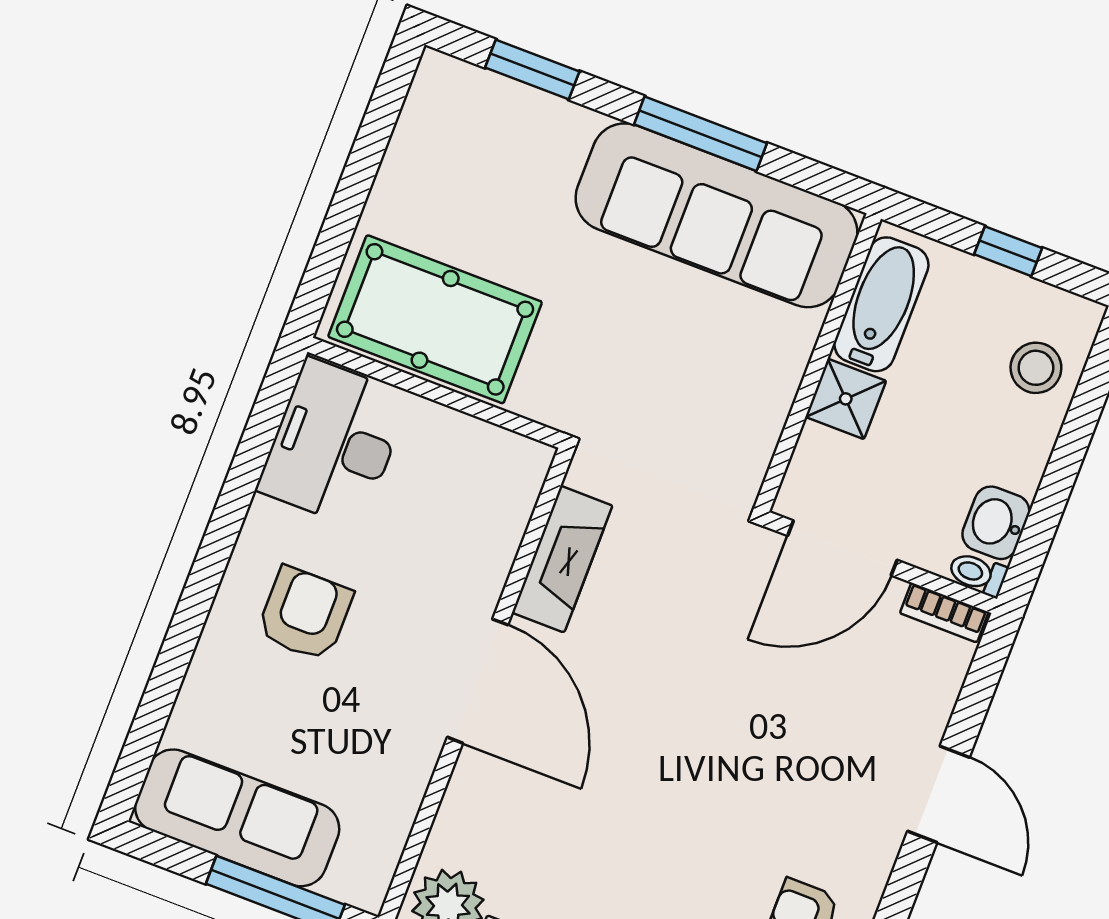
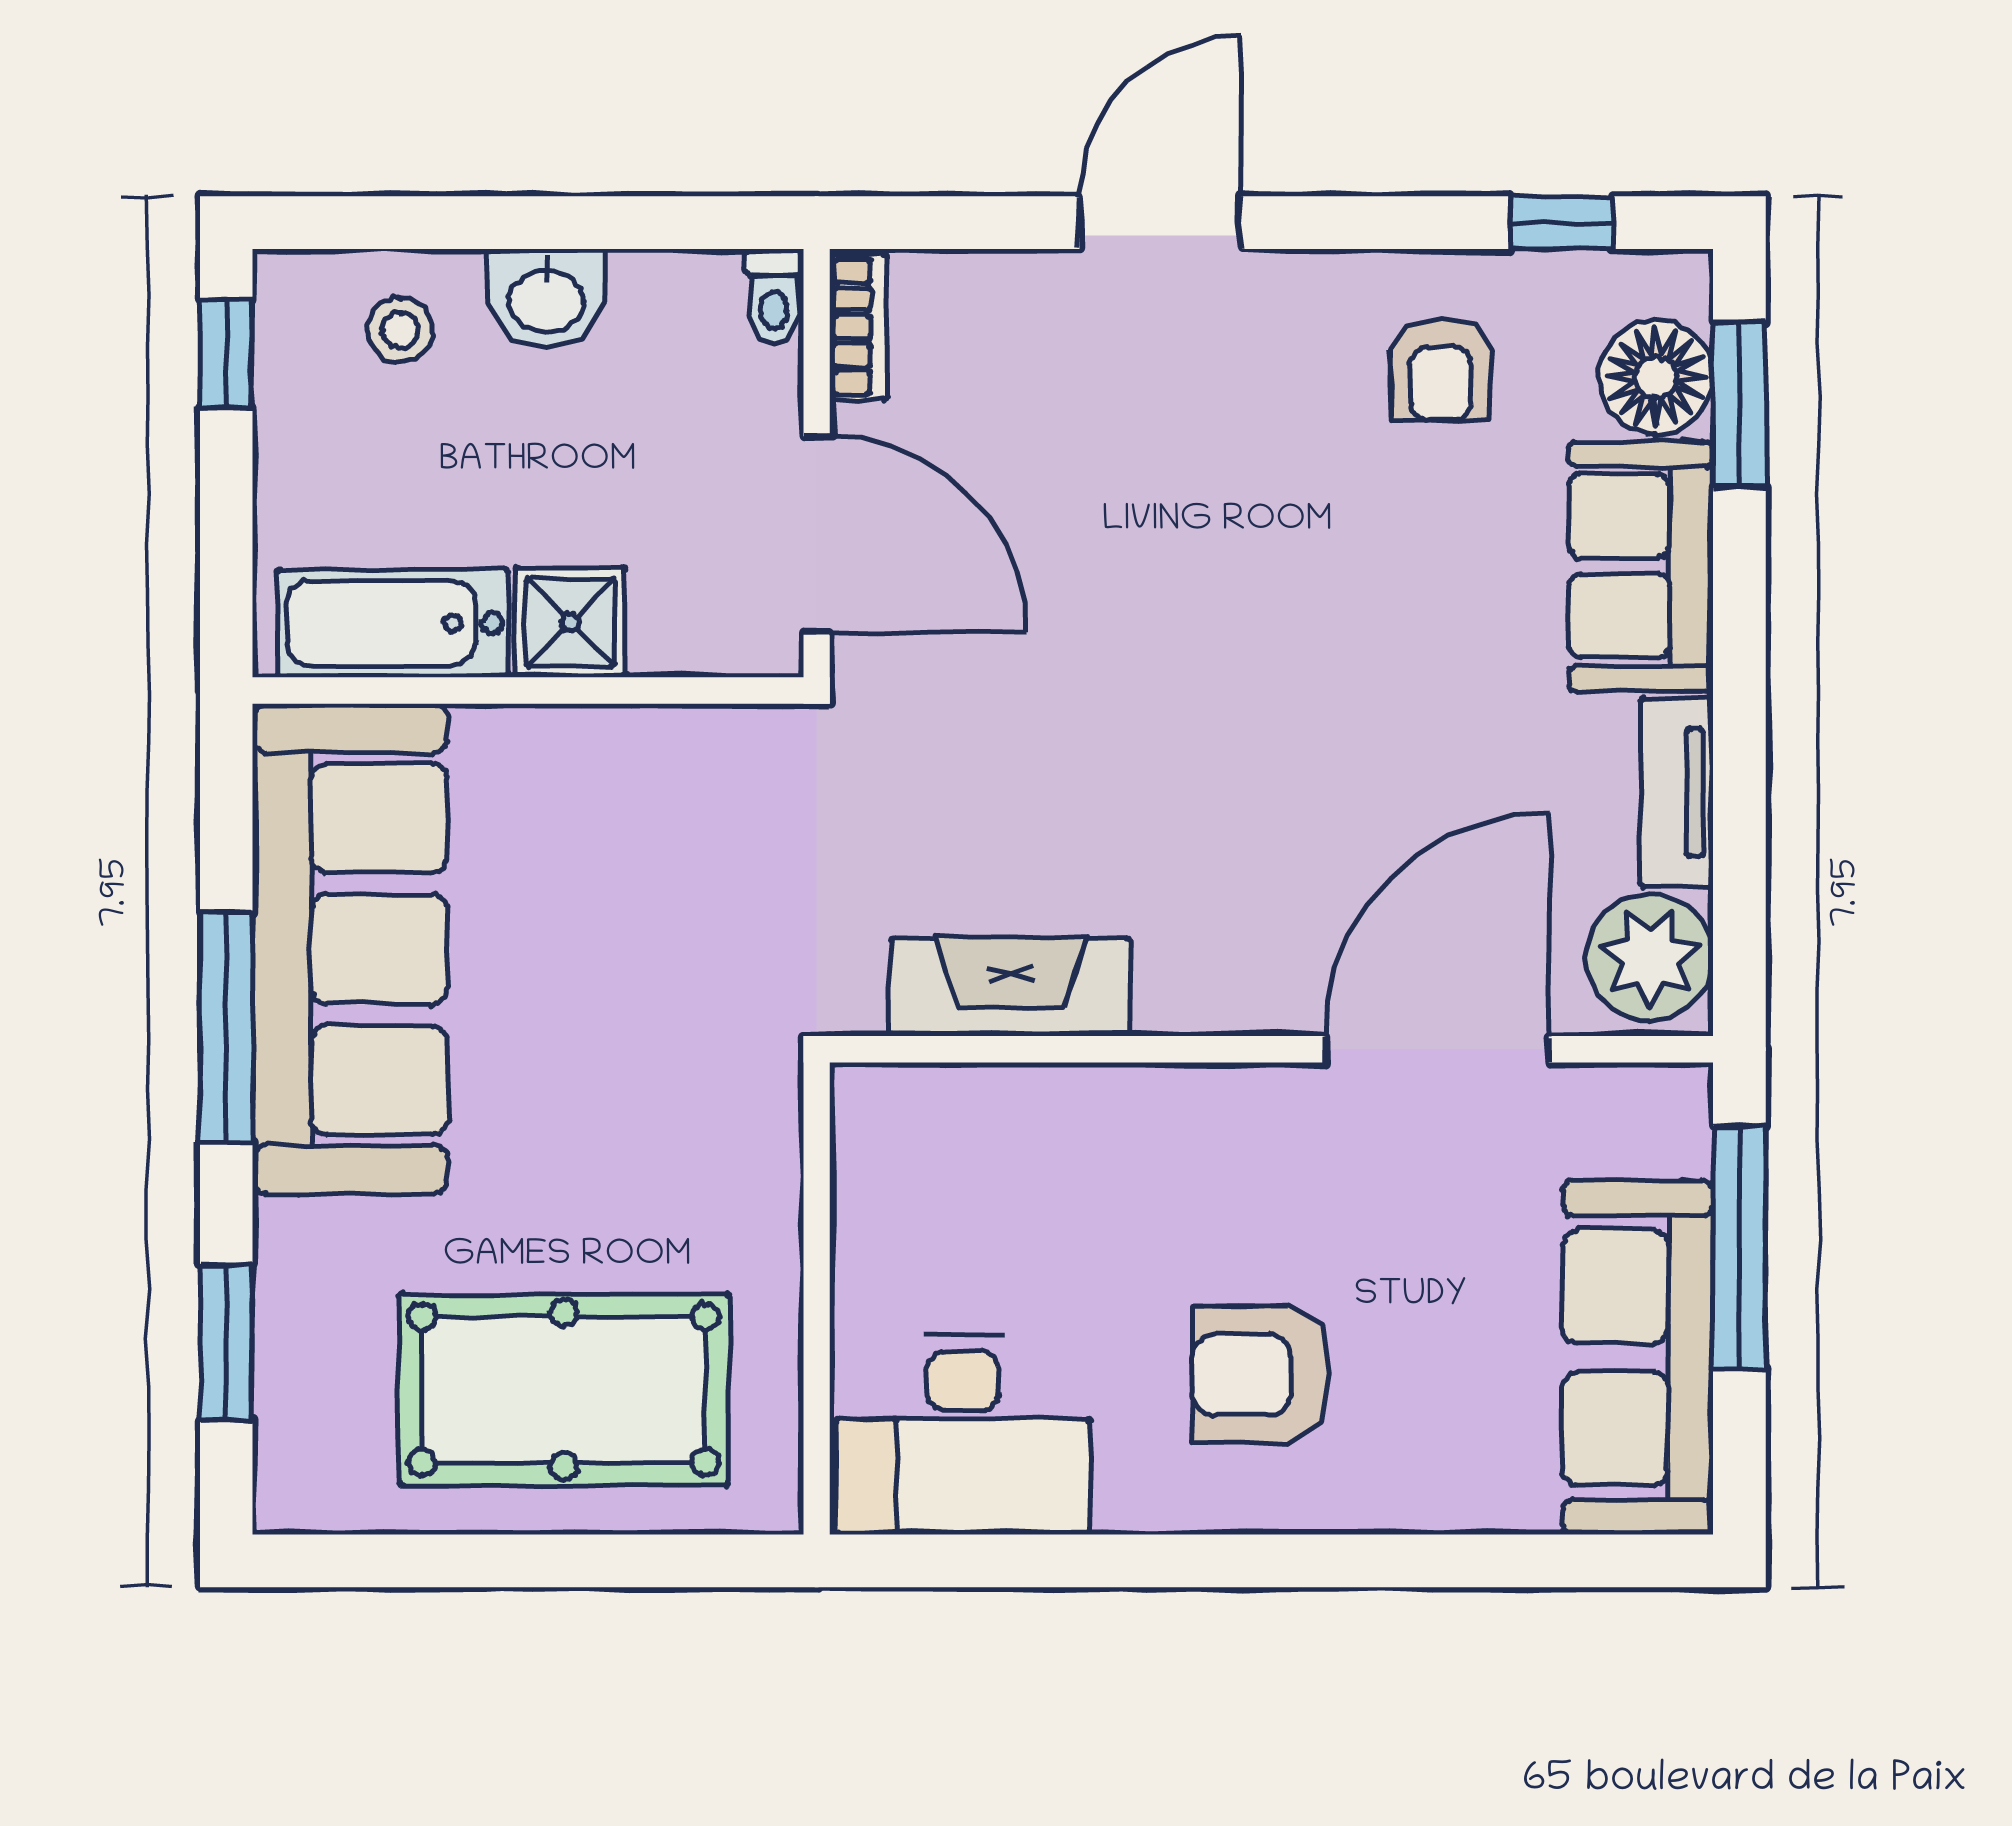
window: (1008, 251) -> (226, 354), moved
pool table: (435, 319) -> (564, 1390), moved, turned 90
stool: (1036, 368) -> (400, 330), width x0.73, depth x0.73
washbasin: (996, 523) -> (547, 298), moved
door: (478, 681) -> (1437, 1049), moved

